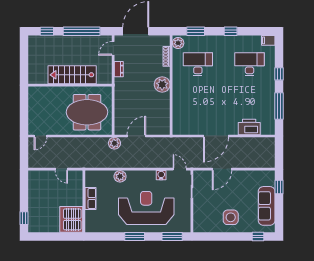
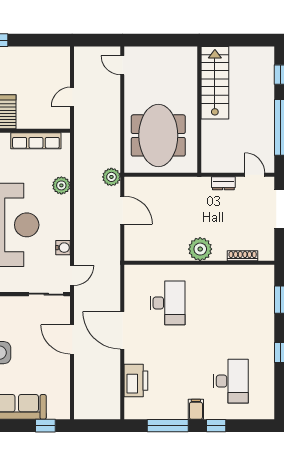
filing cabinet: (268, 40) -> (196, 409), moved
plant: (178, 43) -> (263, 273), removed
desk: (198, 64) -> (168, 303), moved
stairs: (72, 75) -> (215, 83), moved
row of seats: (91, 199) -> (36, 141), width x1.48

